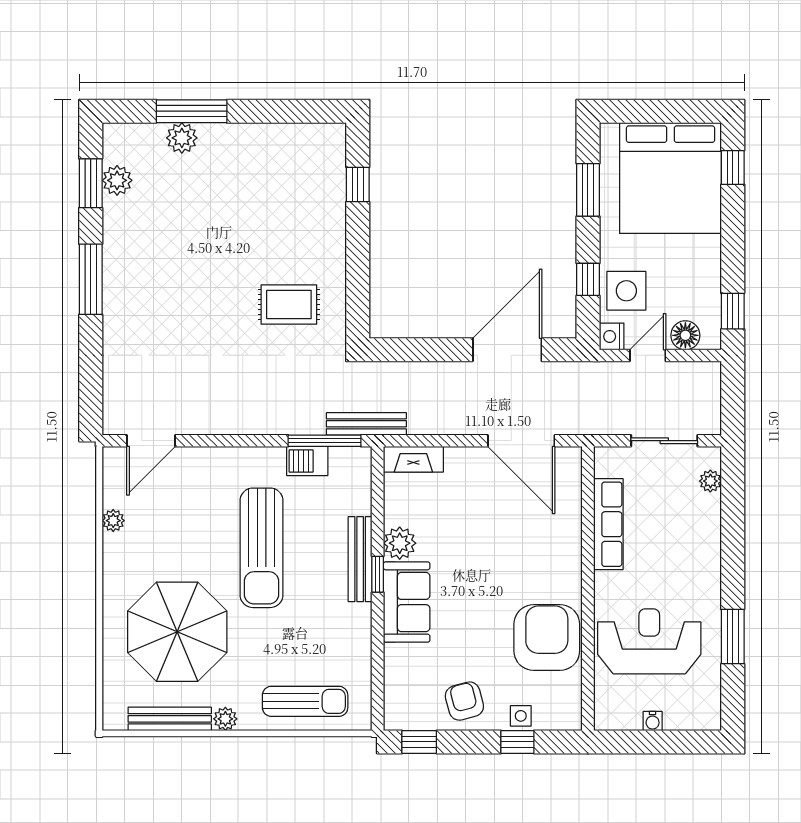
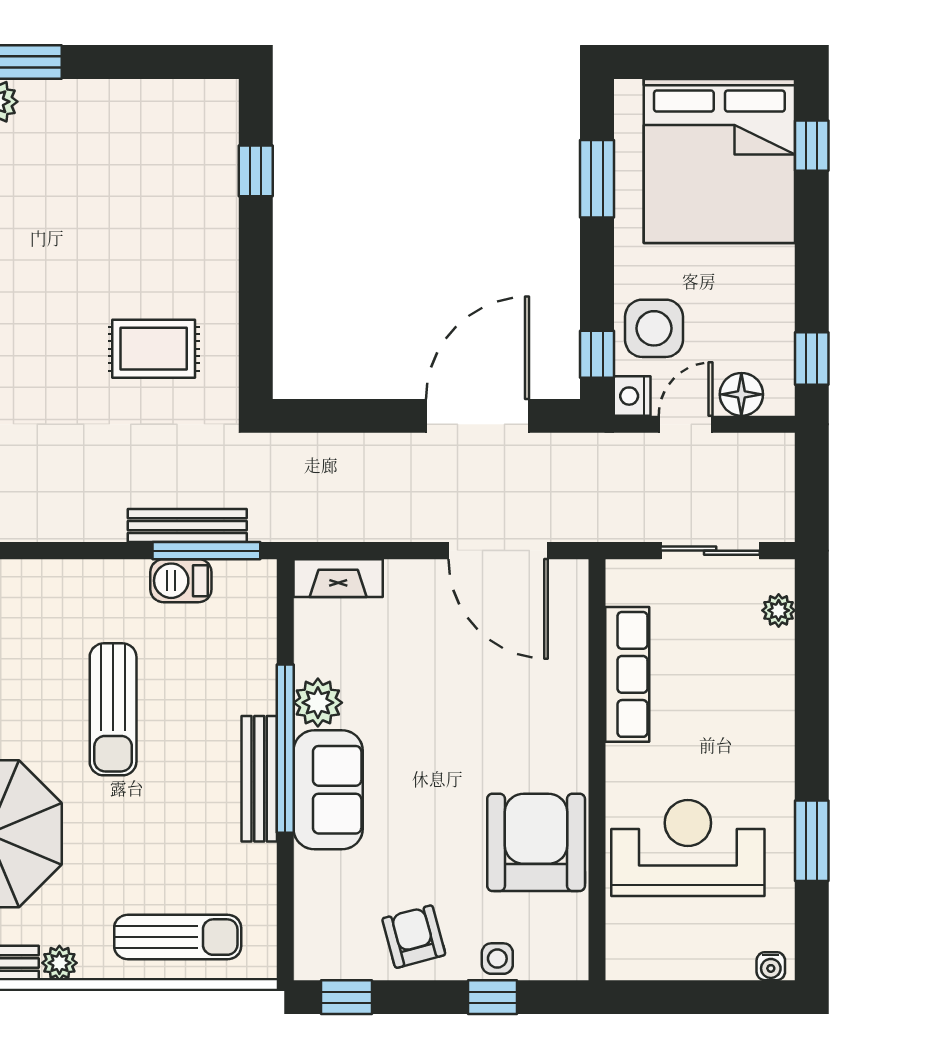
window: (588, 279) -> (597, 354), moved
bench: (366, 424) -> (187, 526), moved
sun lounger: (262, 548) -> (113, 709), width x0.73, depth x0.75
bench: (360, 559) -> (259, 779), moved
window: (378, 574) -> (285, 749), width x3.17
water cooler: (653, 721) -> (771, 966), moved

